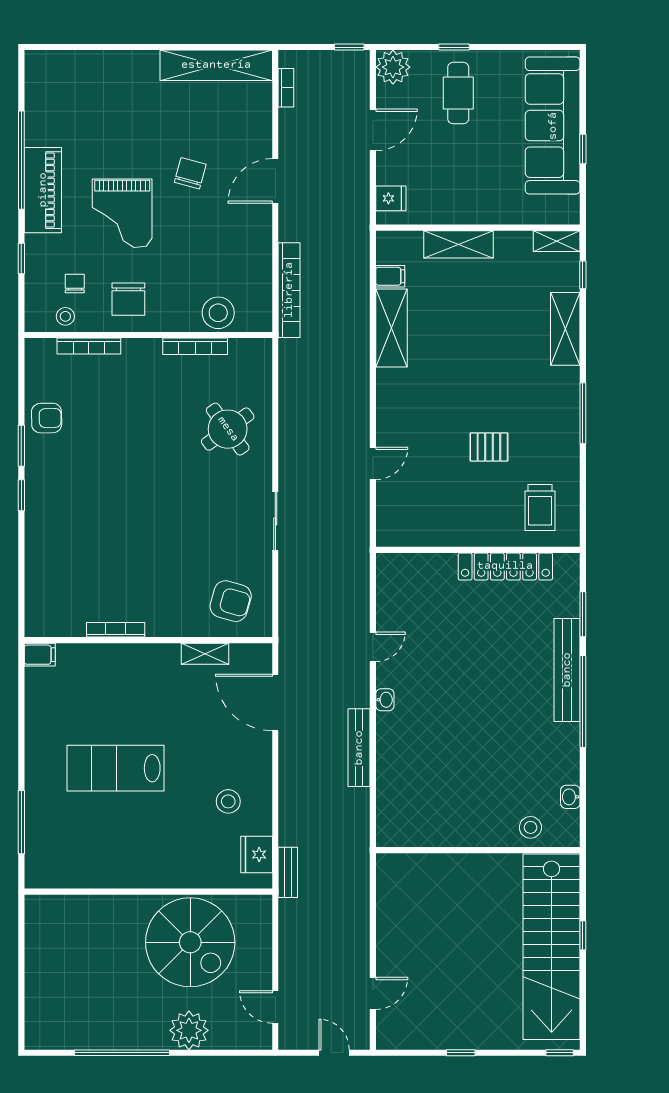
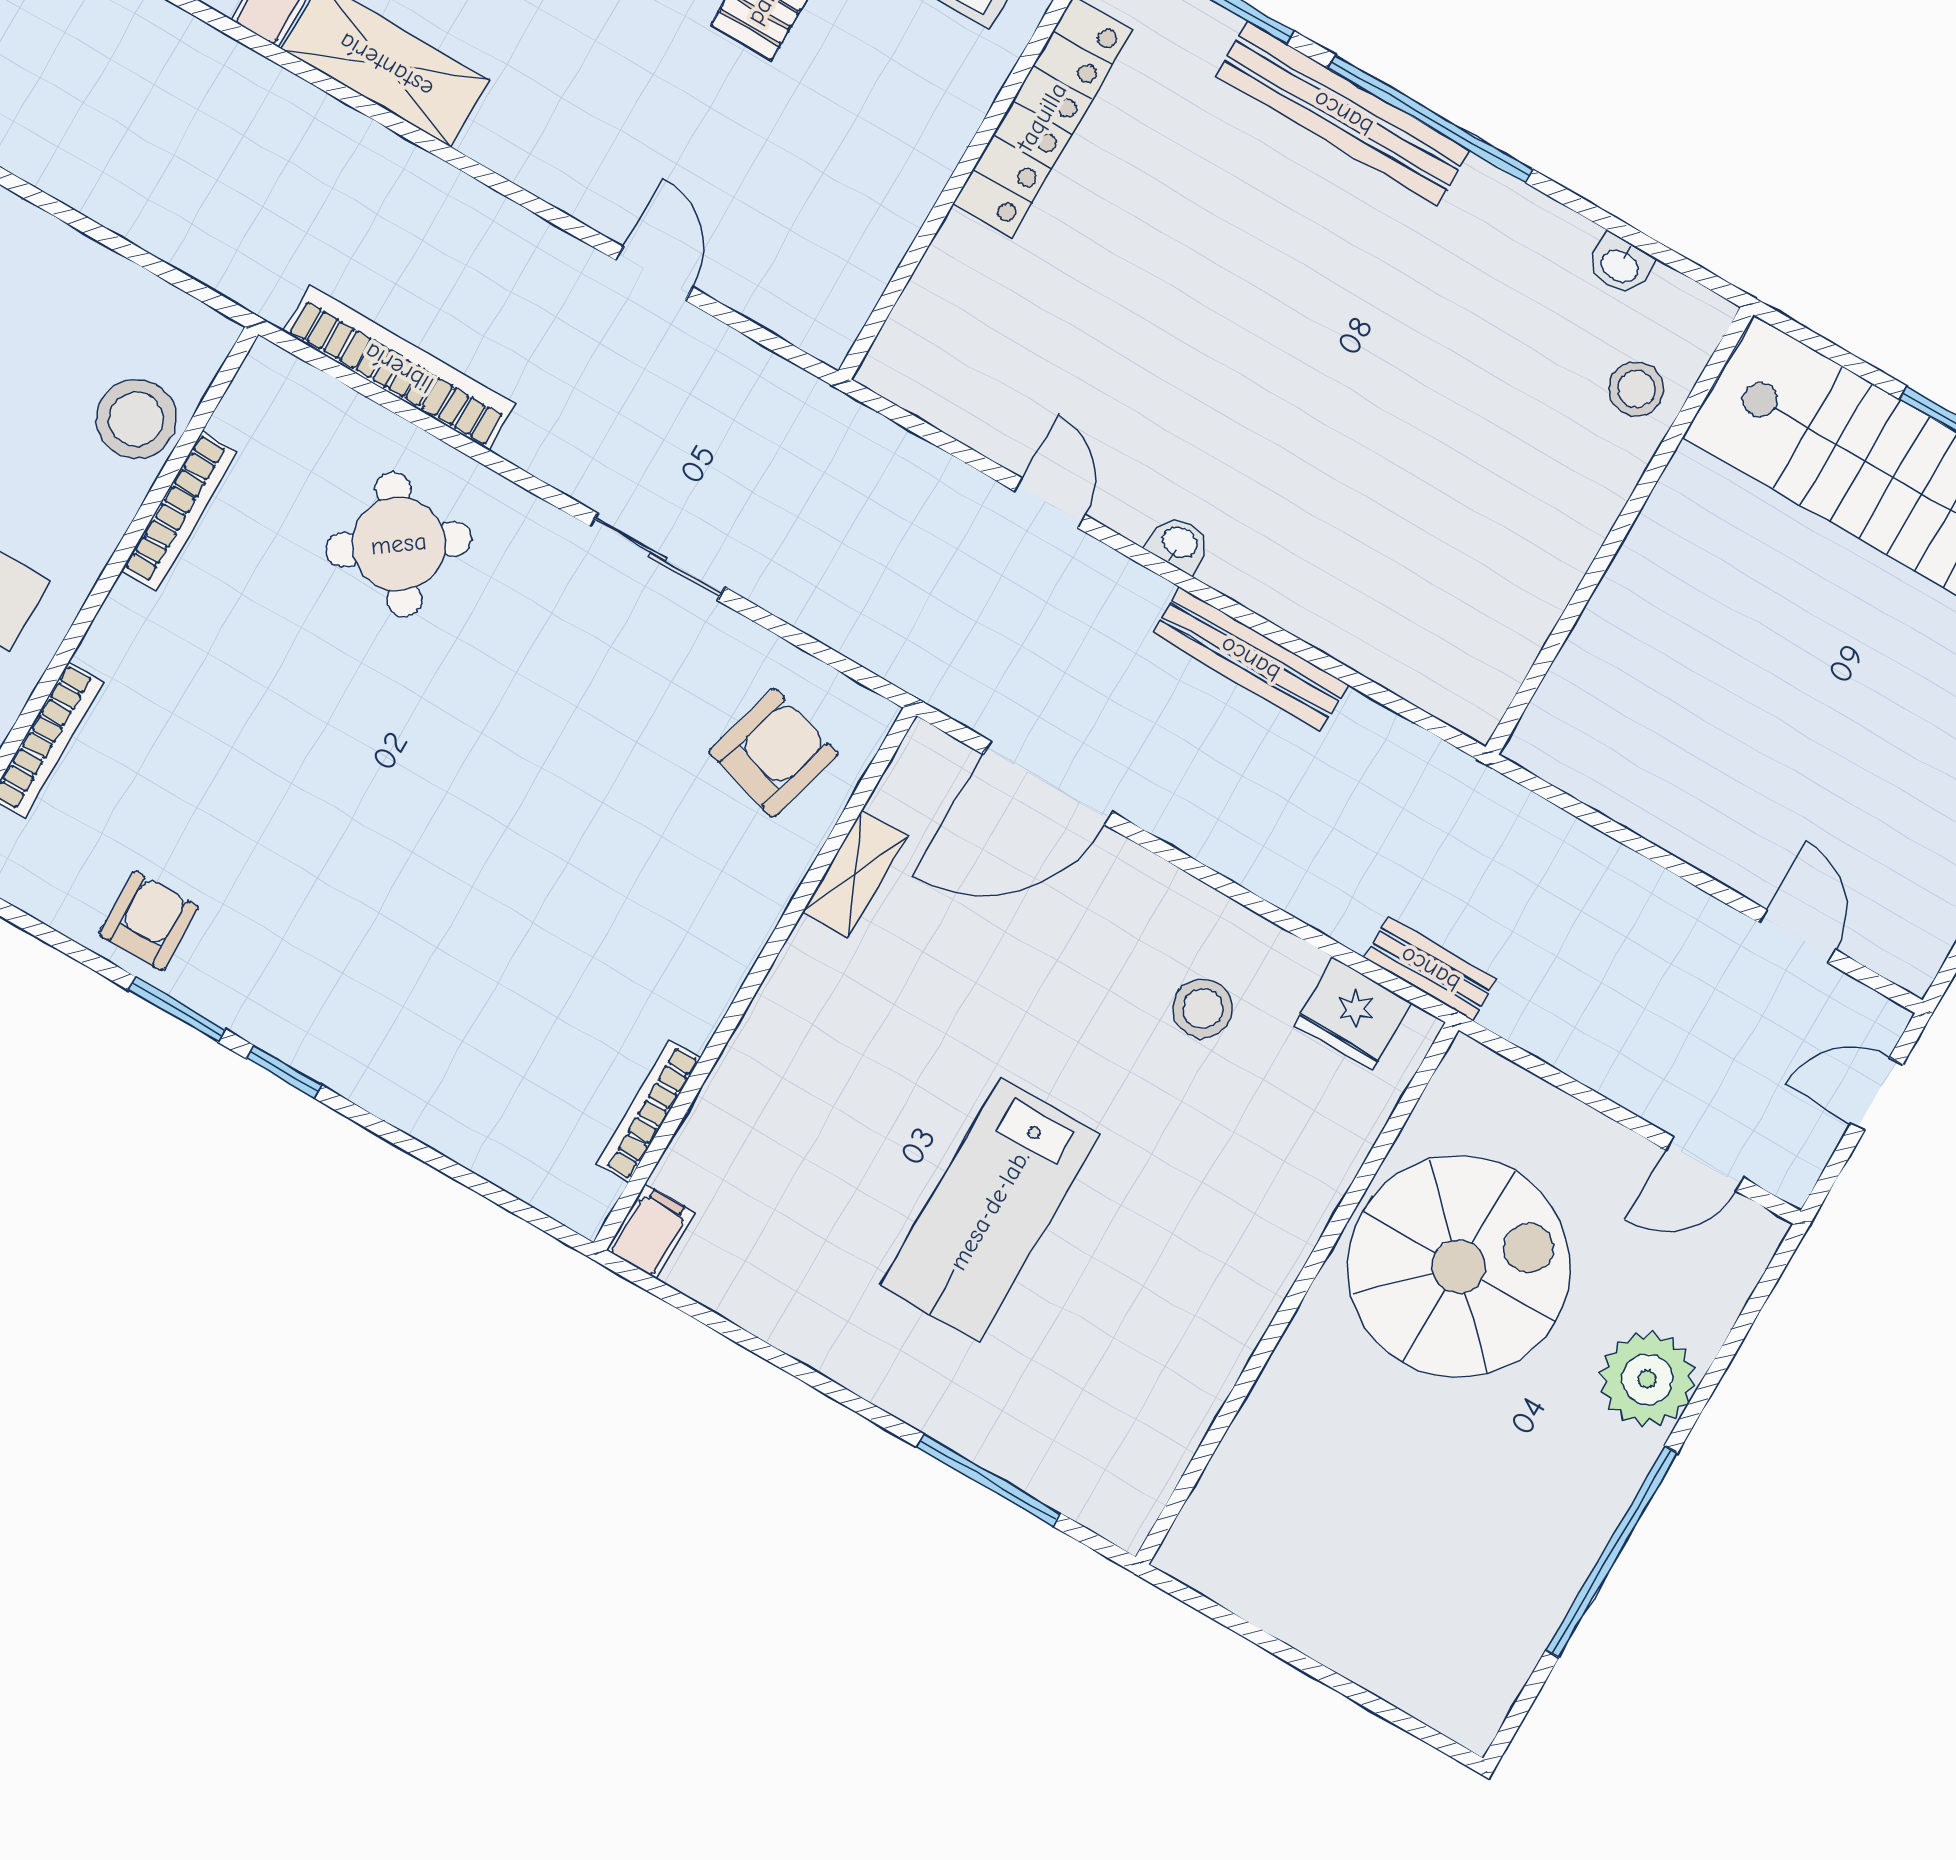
bookcase: (289, 290) -> (399, 368), moved
bookcase: (116, 630) -> (649, 1111), moved

